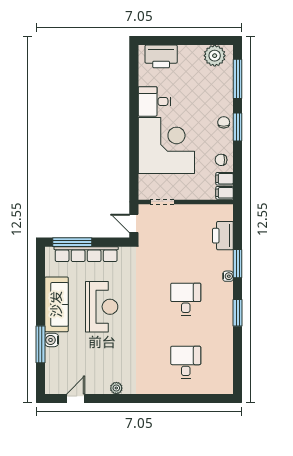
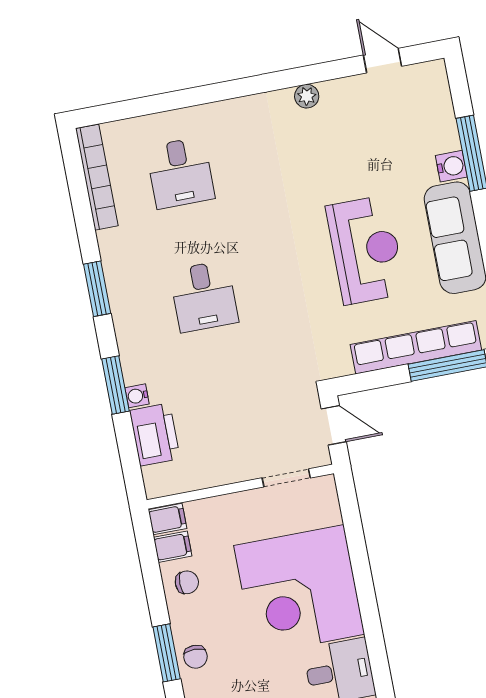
water cooler: (228, 276) -> (137, 396), moved
reception desk: (102, 307) -> (366, 250), turned 180
bookcase: (227, 368) -> (97, 177), added
door: (76, 398) -> (383, 61), swing flipped

